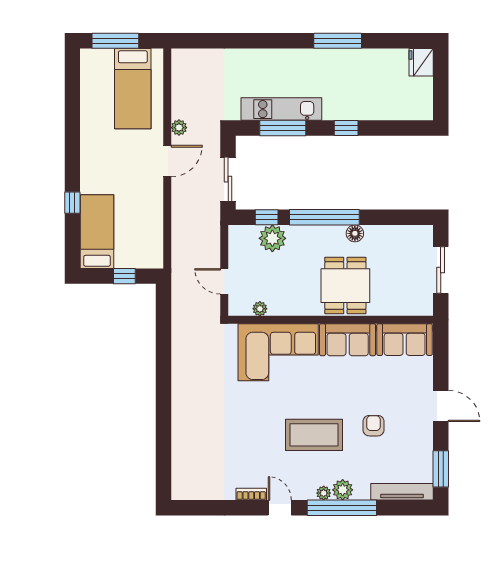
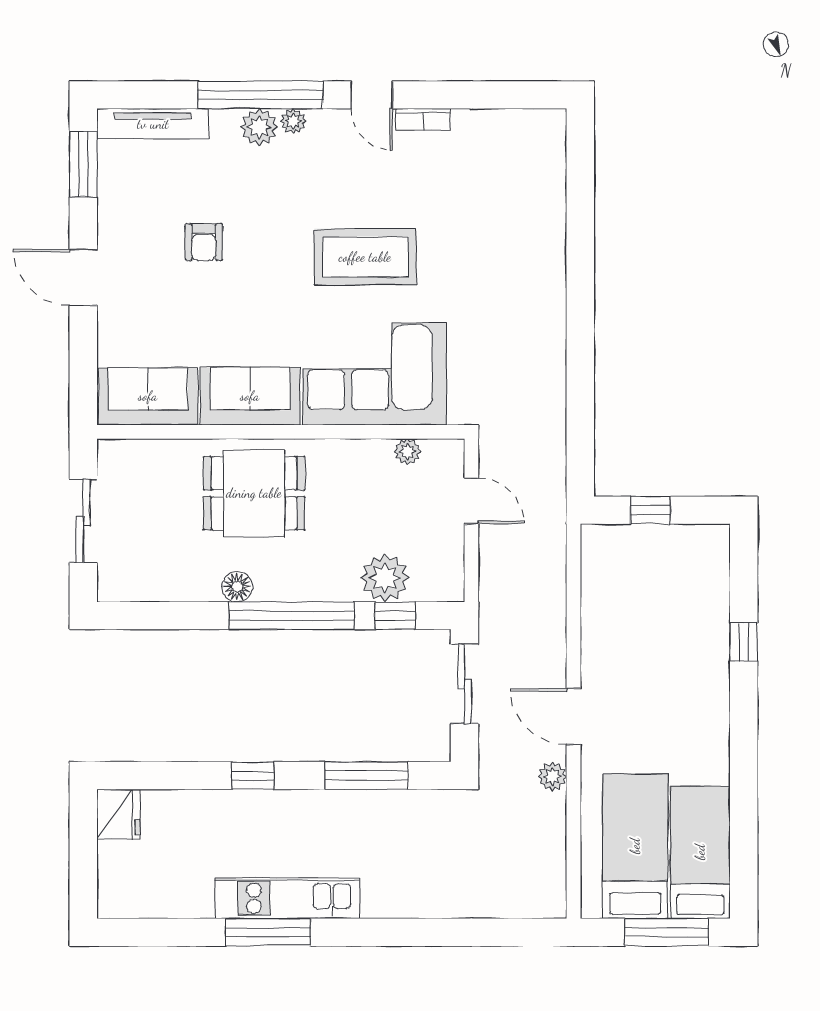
fridge: (421, 62) -> (118, 814), moved
kitchen unit: (281, 109) -> (287, 898), moved, turned 180
door: (167, 161) -> (573, 716), hinge flipped
bed: (97, 232) -> (700, 852), moved, turned 180
dining table: (345, 286) -> (254, 493), turned 90
coffee table: (314, 435) -> (365, 257), moved

